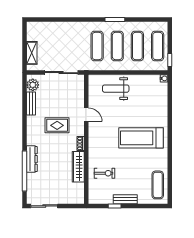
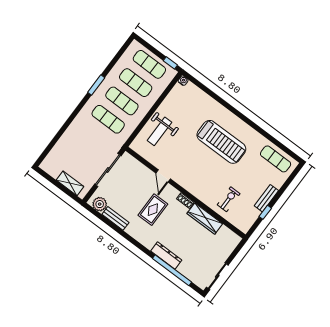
door: (86, 115) -> (163, 176), swing flipped
treadmill: (141, 138) -> (221, 142), turned -90

